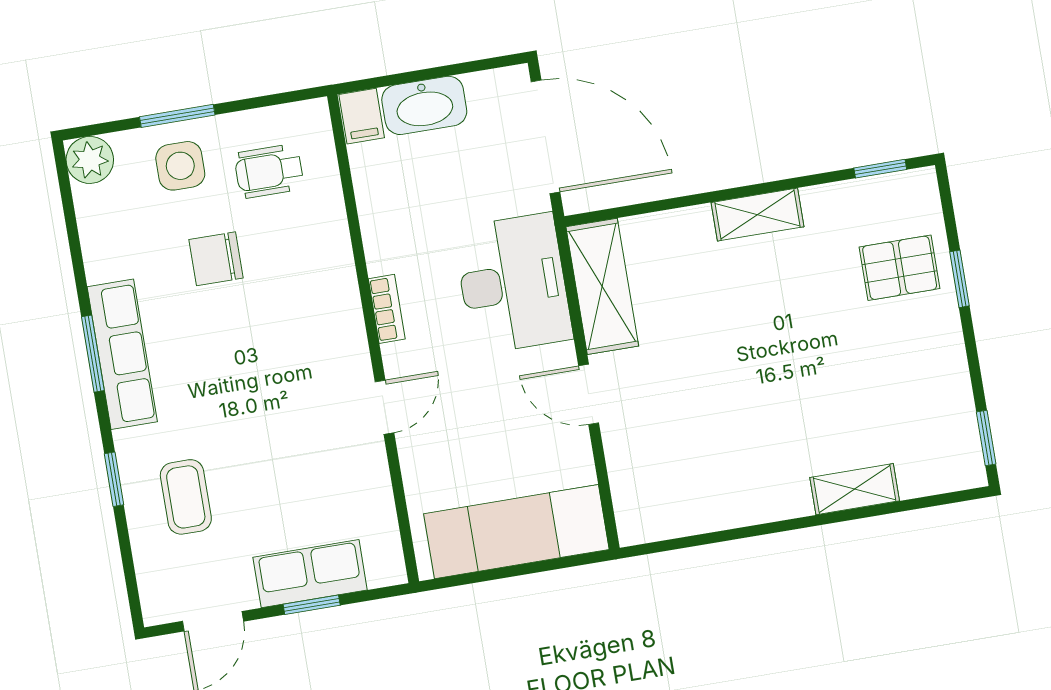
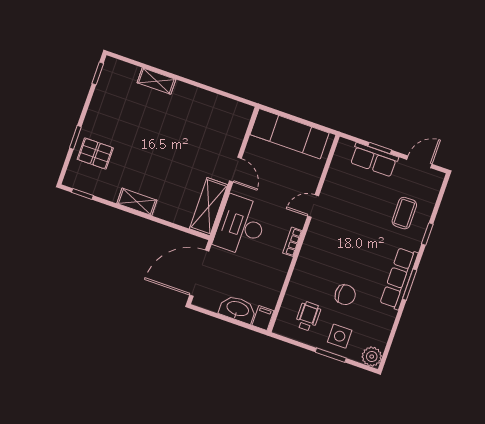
door: (546, 137) -> (199, 273), hinge flipped
wheelchair: (269, 171) -> (308, 316), turned -90

